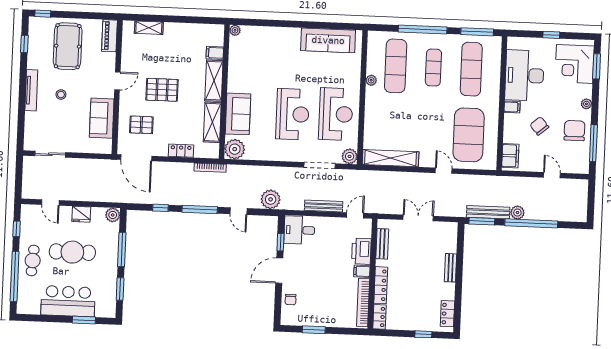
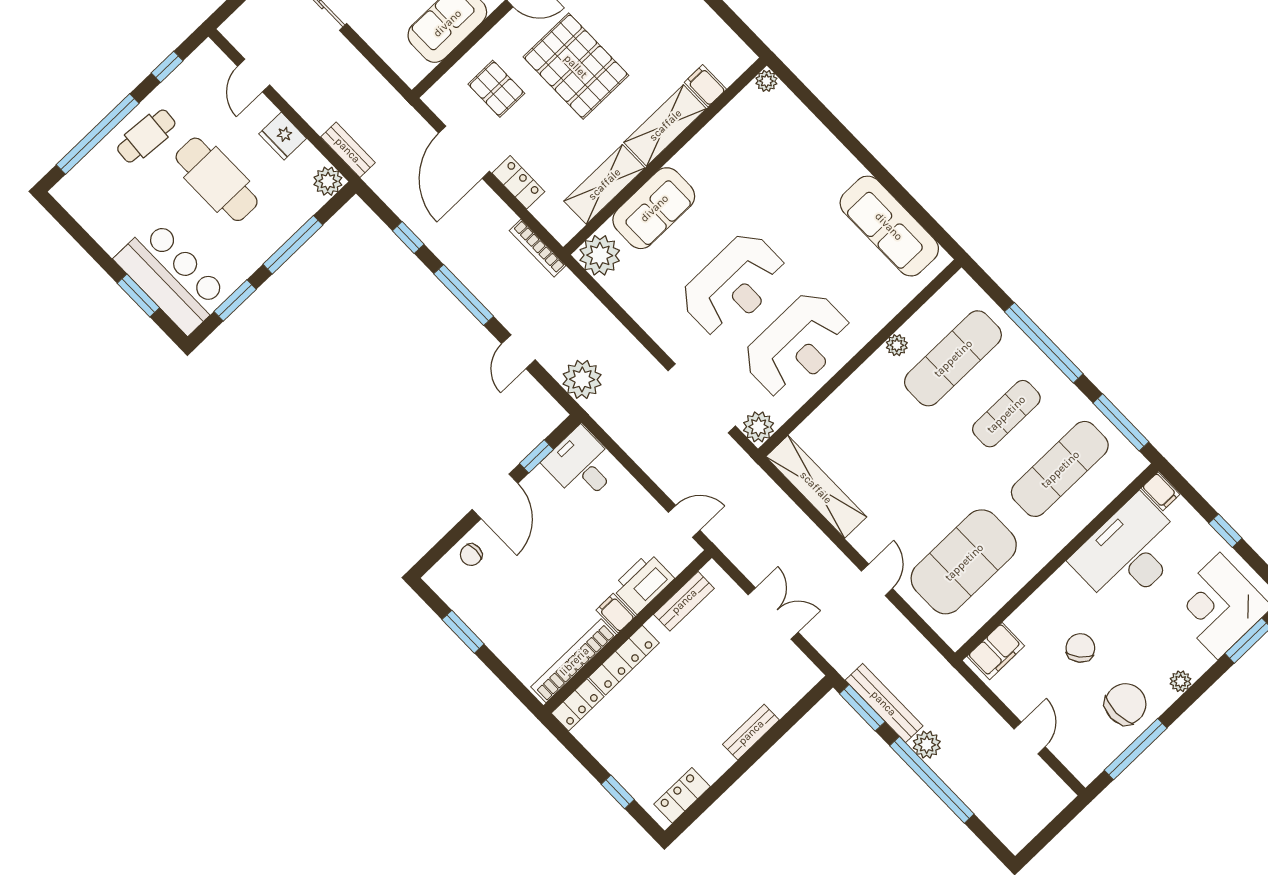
pallet: (162, 90) -> (576, 66), width x1.37, depth x1.41
filing cabinet: (512, 107) -> (1160, 491), moved
door: (136, 158) -> (464, 152), moved
doorway: (320, 165) -> (702, 398), width x1.36
bench: (324, 206) -> (348, 150), moved, width x0.73
door: (279, 271) -> (495, 496), swing flipped
bar counter: (68, 301) -> (172, 277), moved

